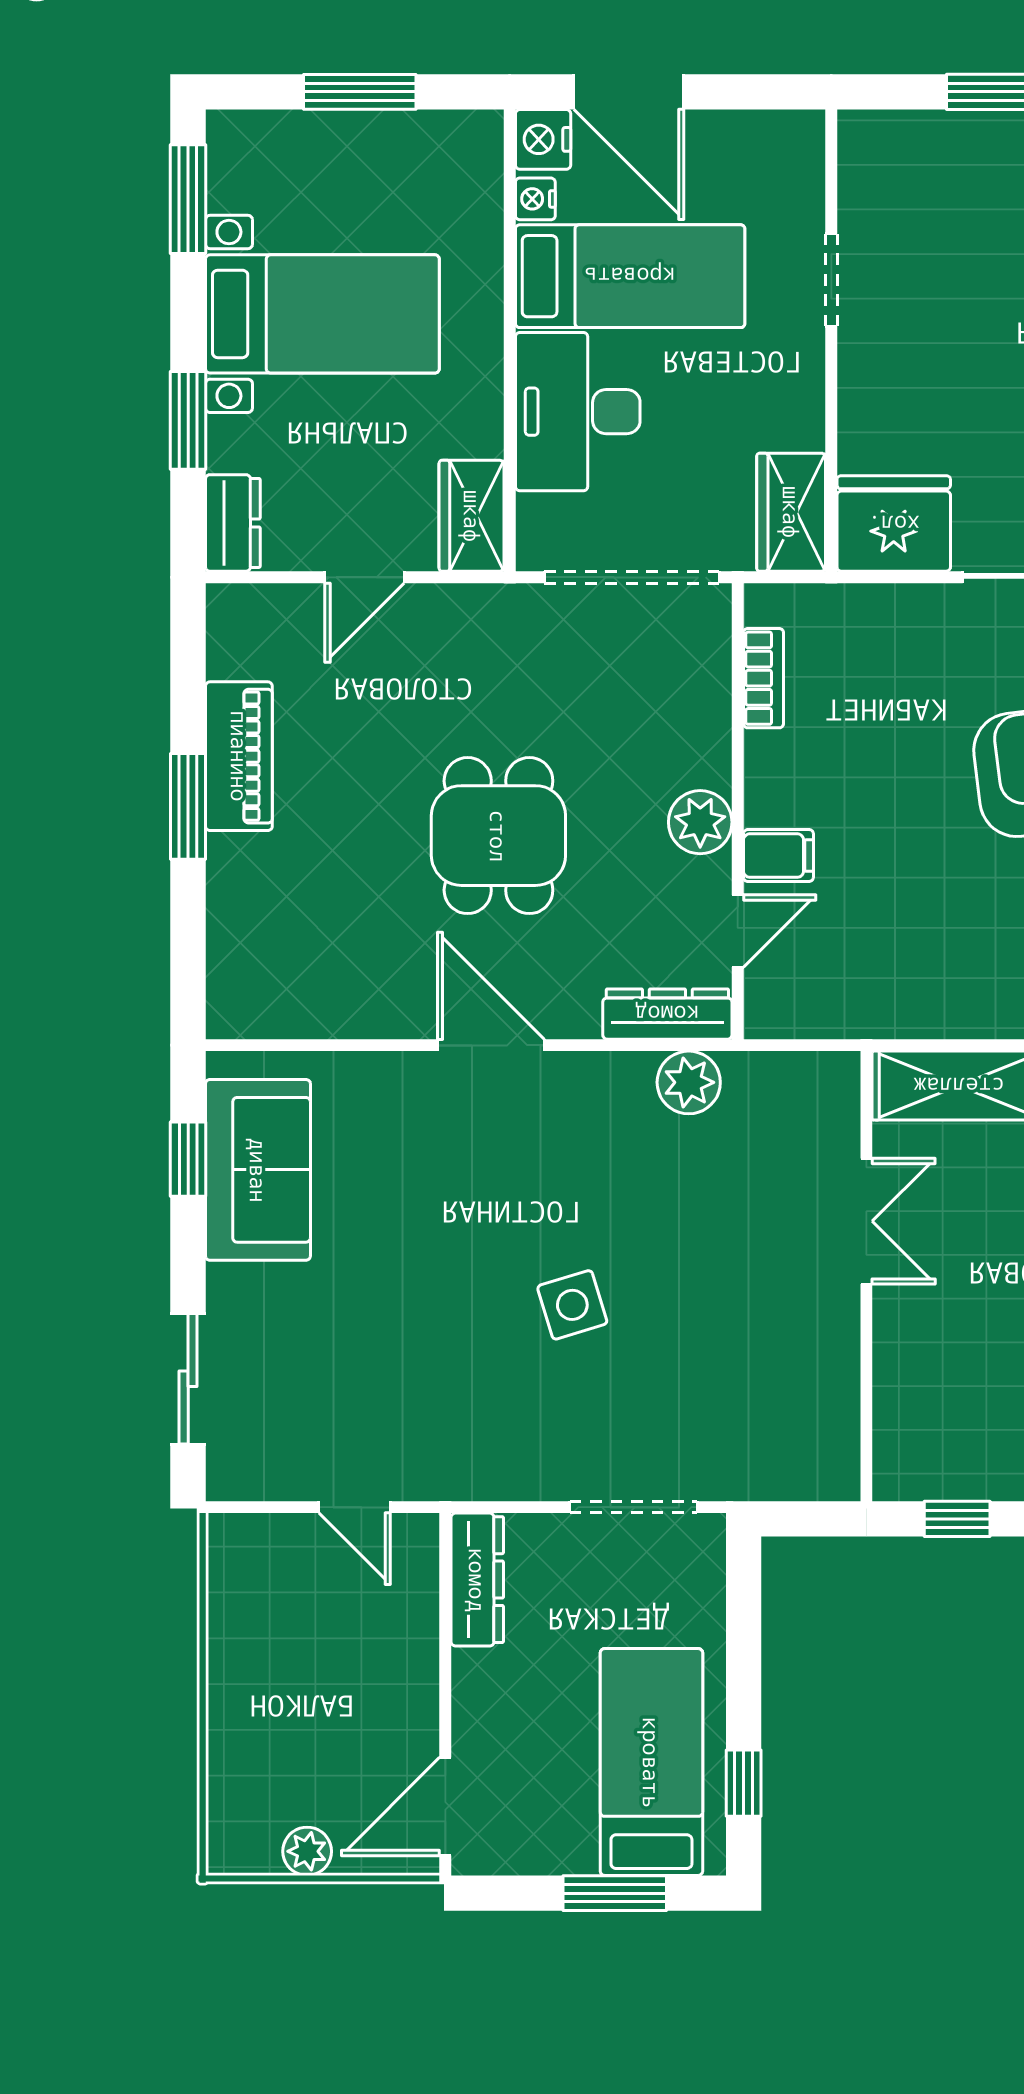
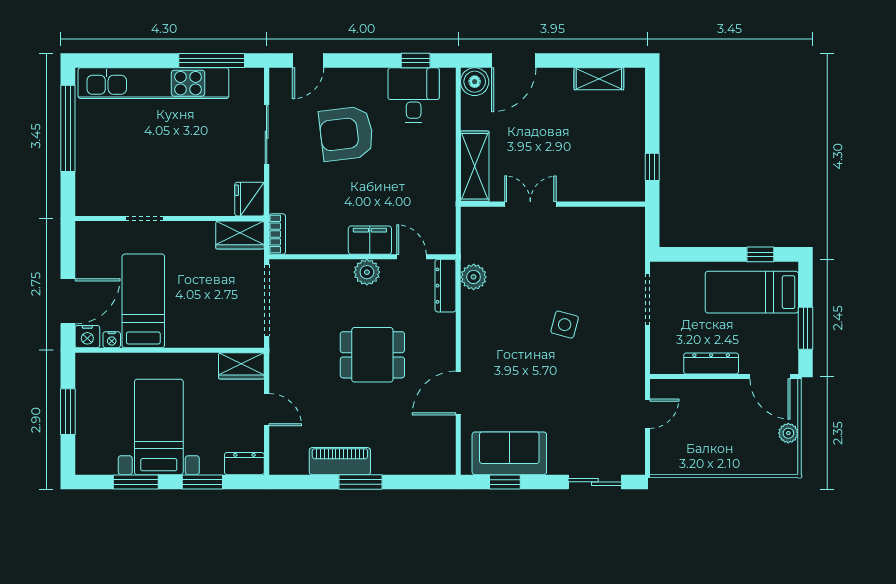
window: (188, 199) -> (136, 482), moved
desk: (578, 412) -> (199, 322), removed
fridge: (894, 524) -> (250, 199), width x0.73, depth x0.75
bookcase: (763, 678) -> (277, 234), moved, turned 90
filing cabinet: (778, 856) -> (370, 240), width x2.00
door: (491, 1045) -> (458, 393), moved
side table: (572, 1305) -> (565, 325), turned 32
dresser: (477, 1580) -> (711, 363), moved
window: (615, 1893) -> (805, 328), moved

